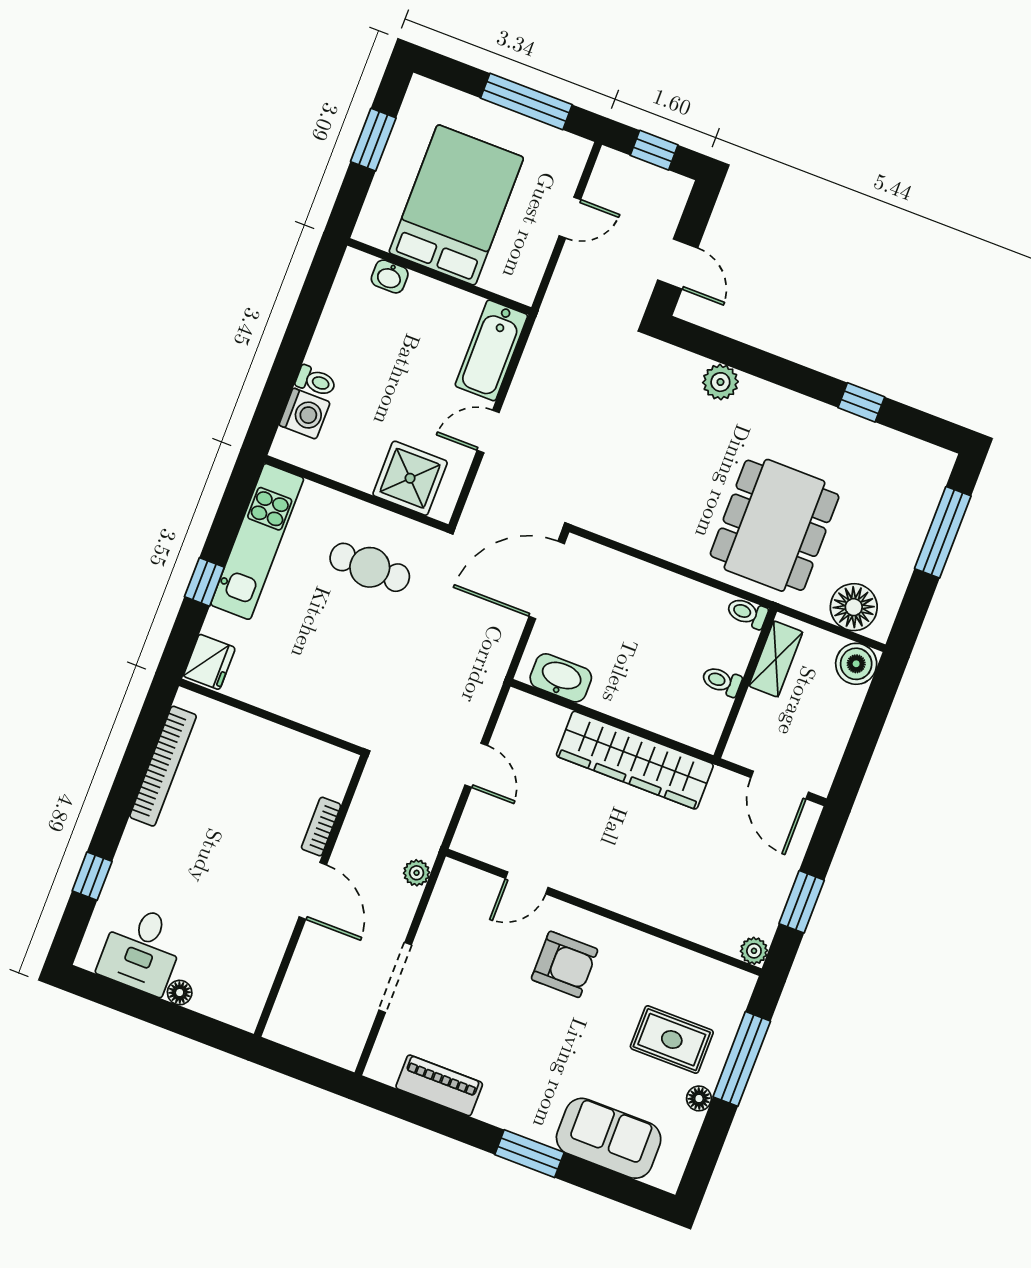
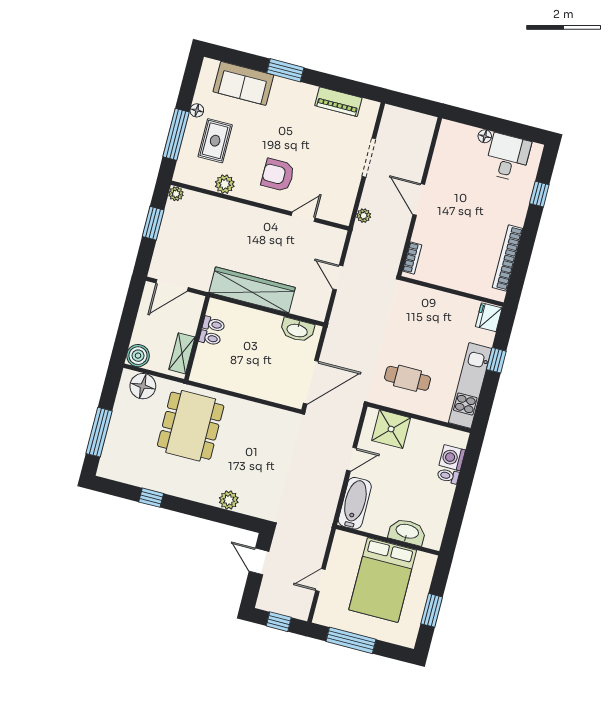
washbasin: (390, 276) -> (407, 532), width x1.91, depth x1.45
toilet: (747, 613) -> (214, 324), moved
door: (780, 785) -> (172, 285), swing flipped
bookcase: (321, 827) -> (412, 258), moved
plant: (663, 958) -> (225, 184), added
rug: (672, 1040) -> (215, 141), turned 90

